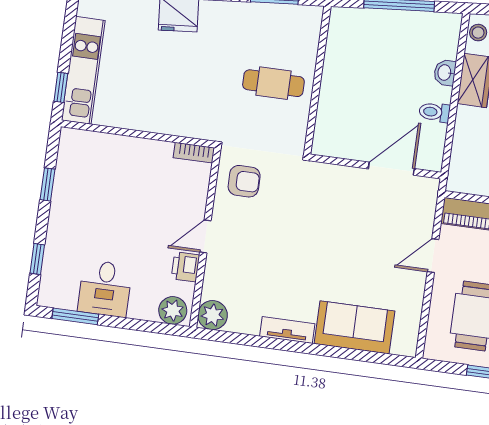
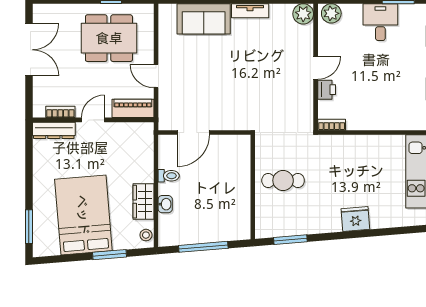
armchair: (244, 181) -> (294, 110), removed
door: (433, 256) -> (156, 76), swing flipped
printer: (185, 267) -> (327, 90), moved

